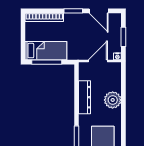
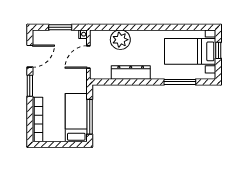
door: (98, 61) -> (88, 57), hinge flipped
plant: (113, 100) -> (120, 40), moved

